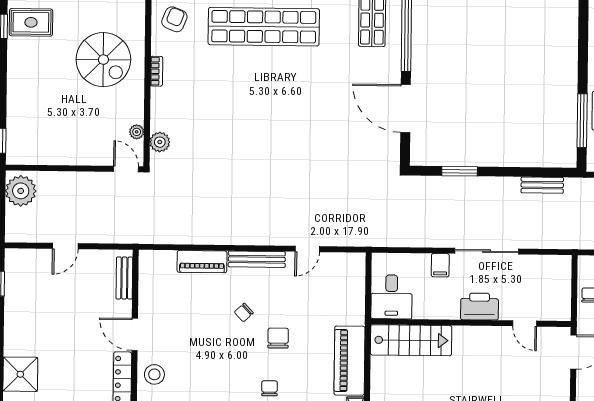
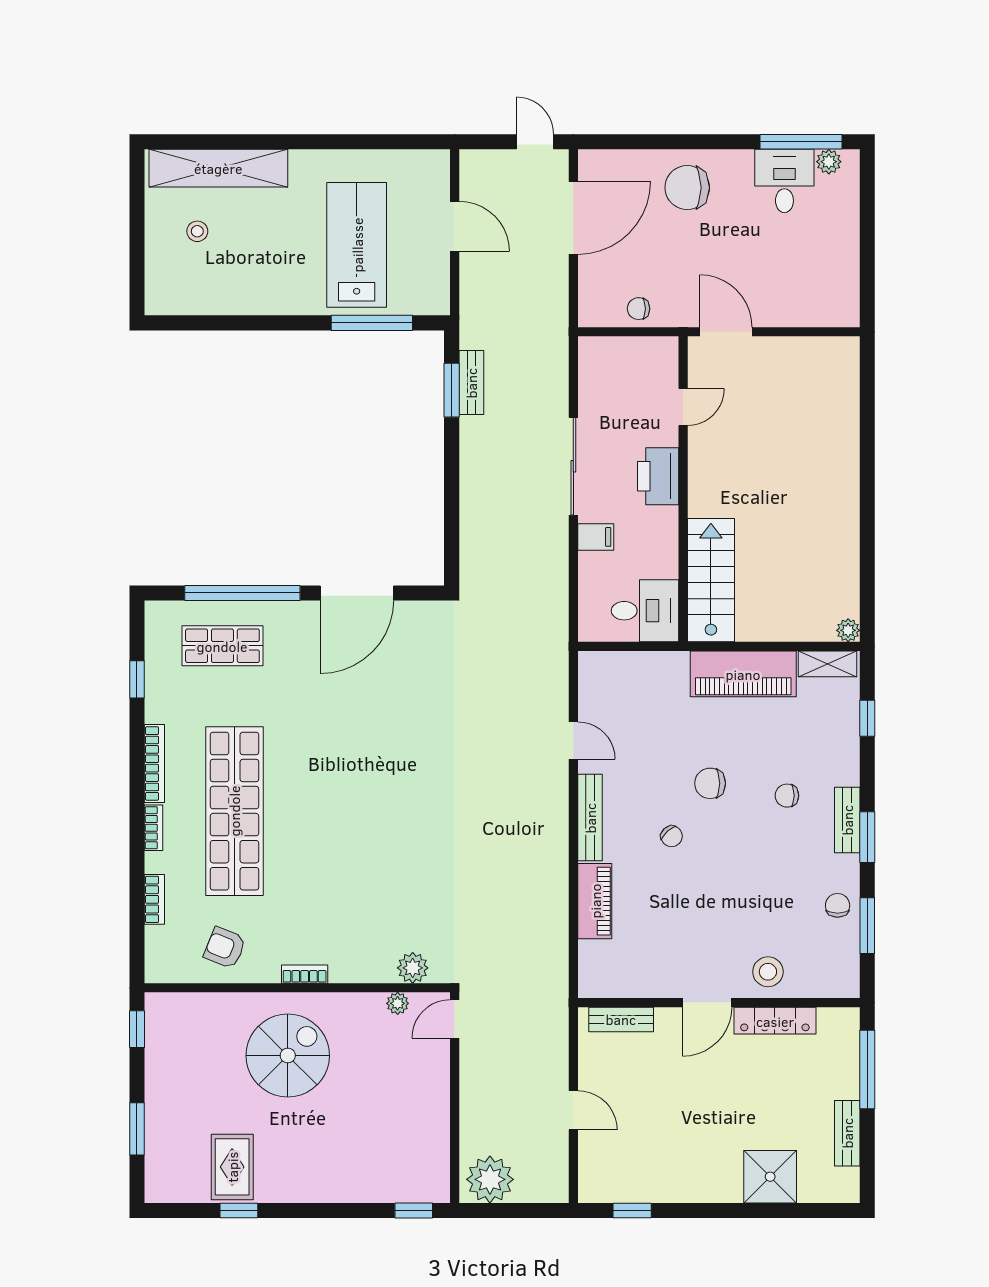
window: (460, 171) -> (452, 390), moved

